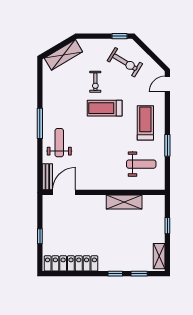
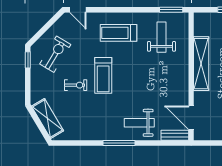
window: (167, 145) -> (171, 10), moved
shelving: (124, 202) -> (201, 64), width x1.47

